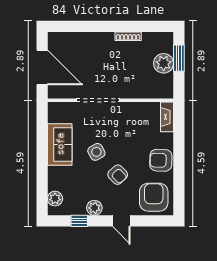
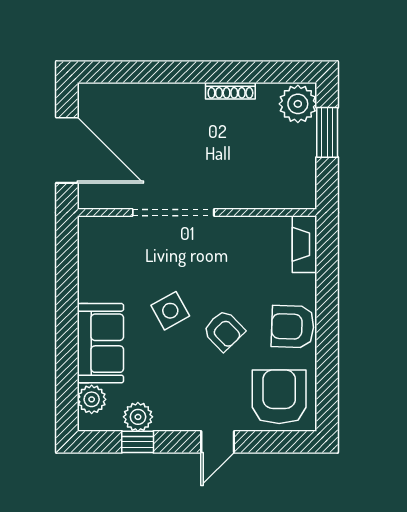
plant: (164, 63) -> (298, 104), moved
sofa: (60, 144) -> (100, 343), moved
armchair: (118, 175) -> (224, 331), moved
plant: (94, 208) -> (138, 417), moved
door: (121, 221) -> (218, 442), hinge flipped

